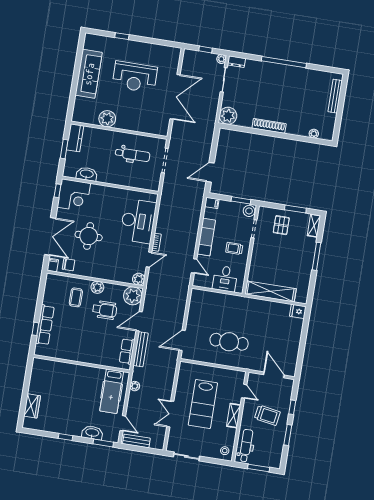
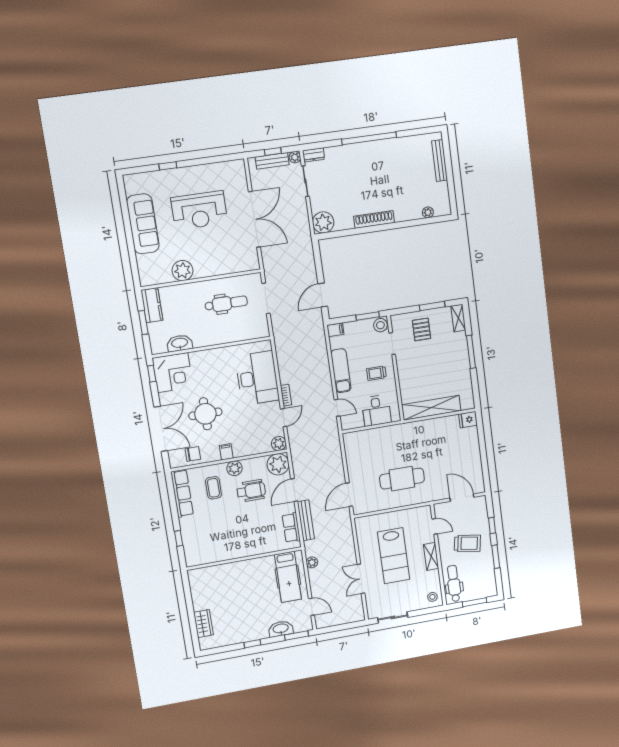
filing cabinet: (53, 265) -> (226, 452), moved
row of seats: (45, 325) -> (182, 493), moved
bench: (136, 441) -> (272, 161), moved

